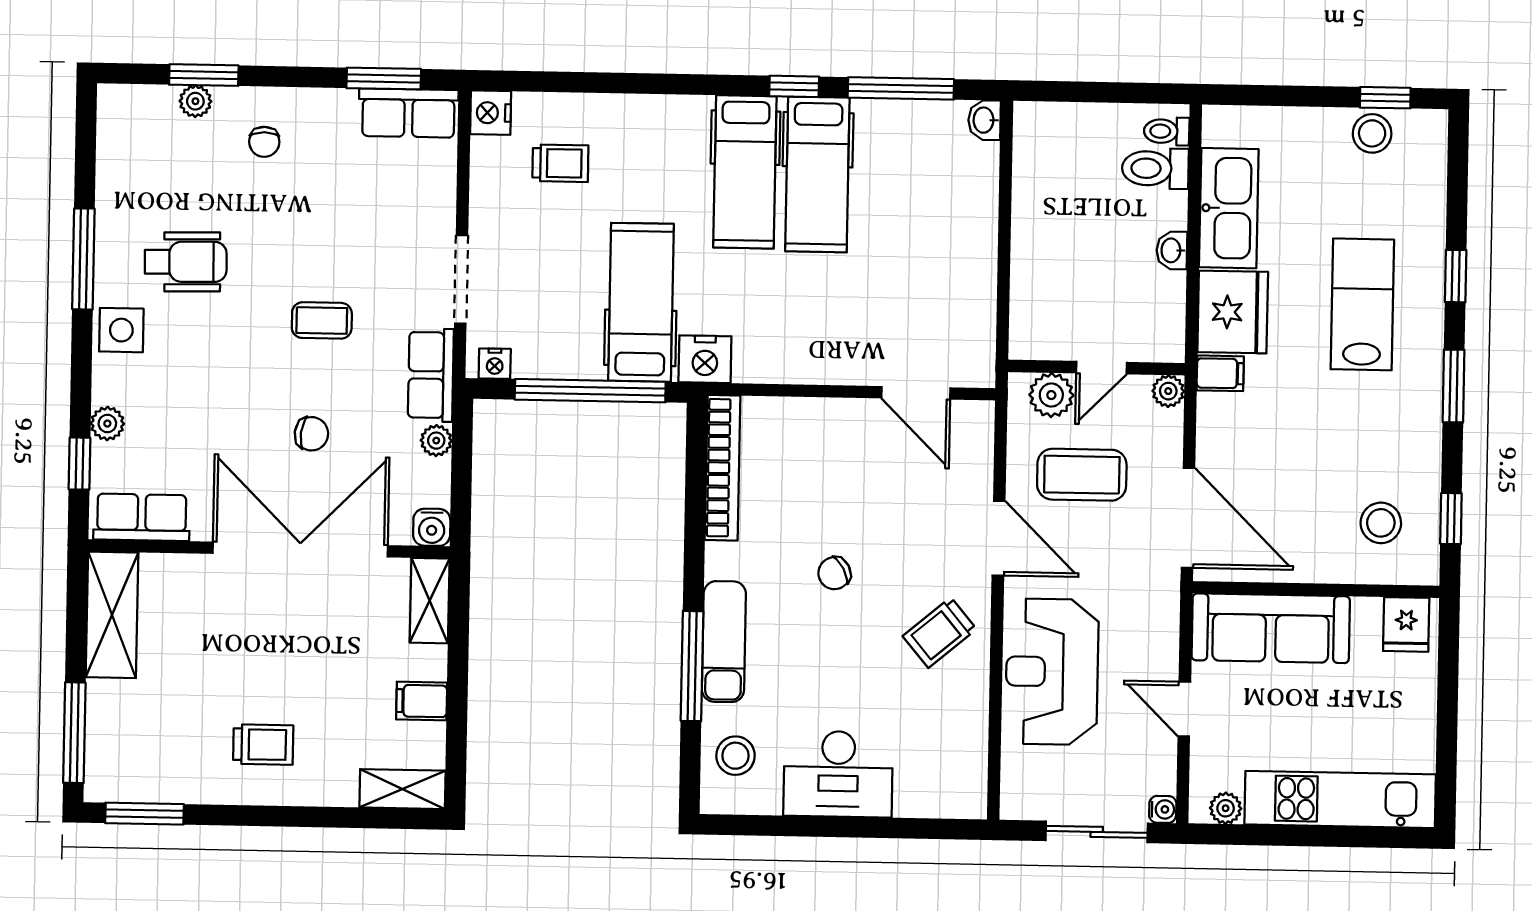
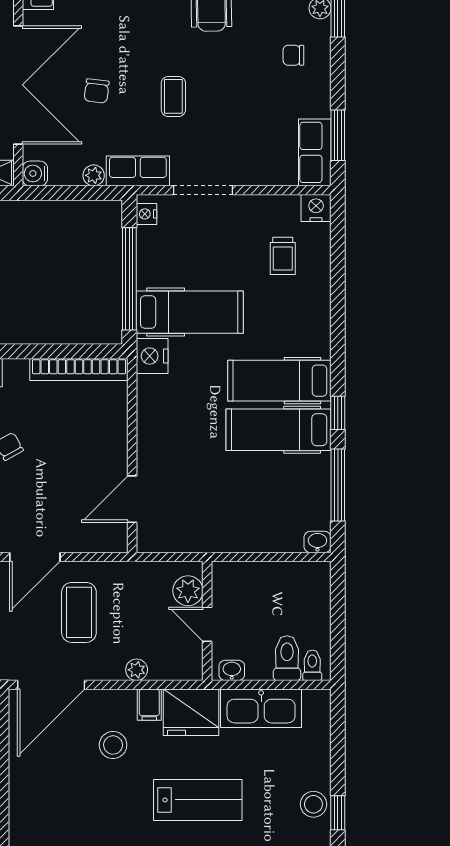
wall: (1096, 368) -> (207, 621), moved
door: (1101, 368) -> (207, 624), moved
plant: (1051, 395) -> (188, 591), moved
stool: (1381, 523) -> (113, 745), moved

